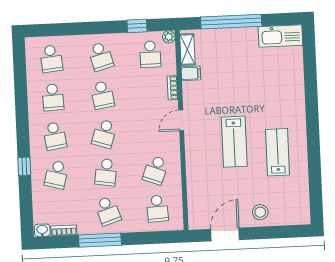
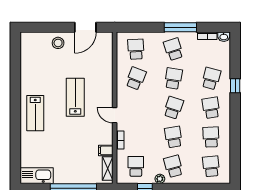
plant: (169, 37) -> (160, 179), moved
door: (181, 120) -> (115, 115), swing flipped
lab bench: (278, 152) -> (35, 113), moved

